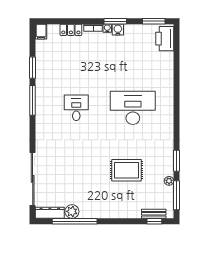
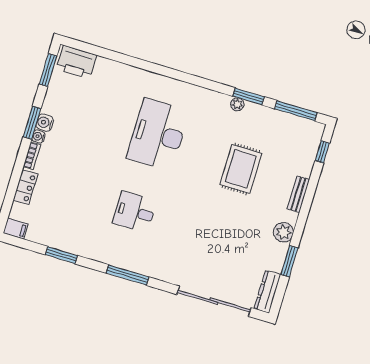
window: (33, 100) -> (127, 275), moved
plant: (169, 181) -> (237, 104), moved
plant: (72, 211) -> (283, 232), moved
bench: (154, 214) -> (298, 194), moved
window: (75, 221) -> (289, 261), width x0.47

